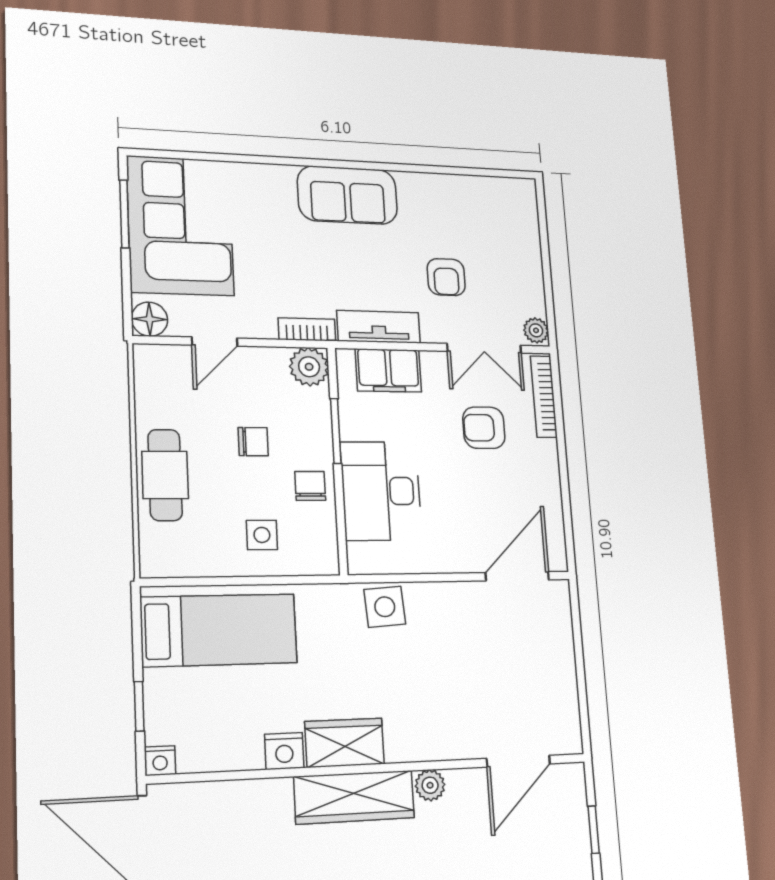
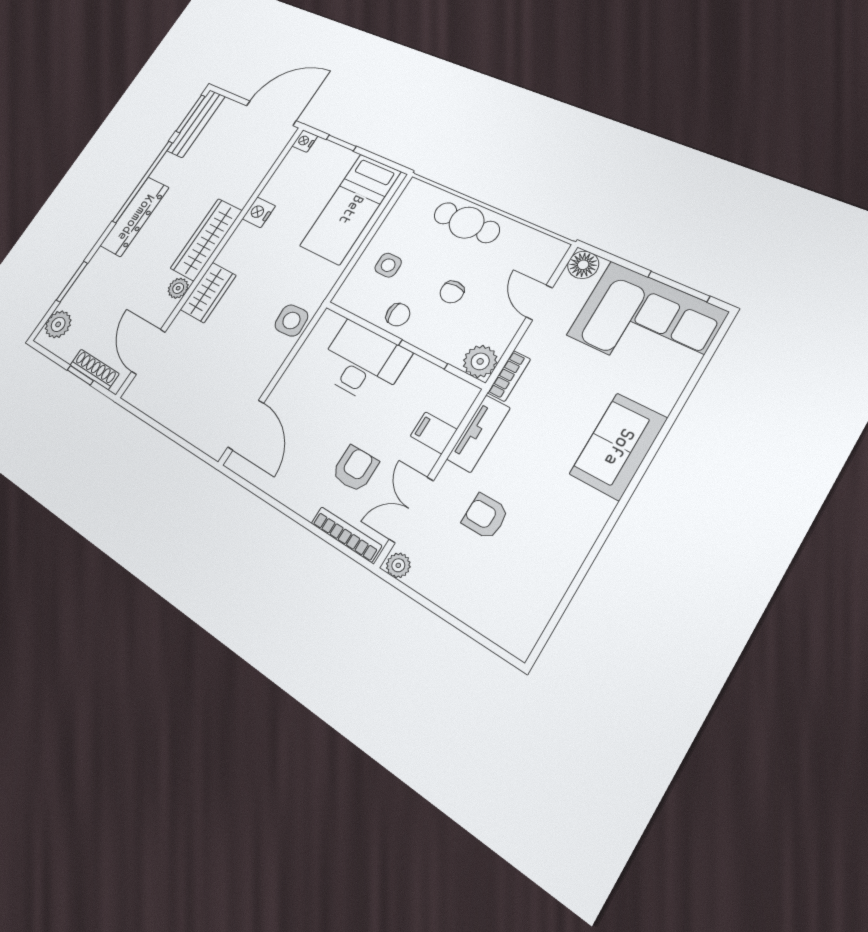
sofa: (347, 195) -> (618, 446), moved
filing cabinet: (388, 370) -> (434, 433), width x0.50
wardrobe: (345, 743) -> (208, 293), moved
shoe rack: (577, 817) -> (94, 369), added

